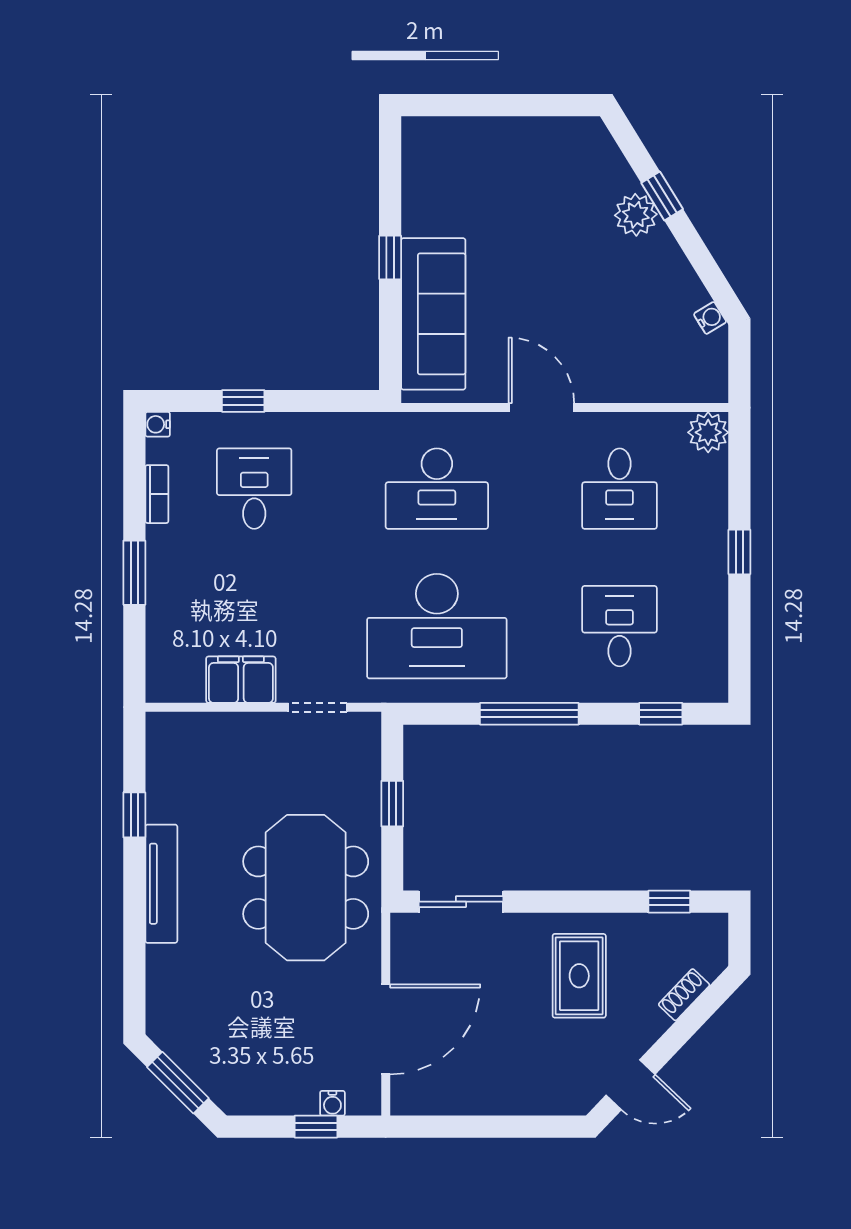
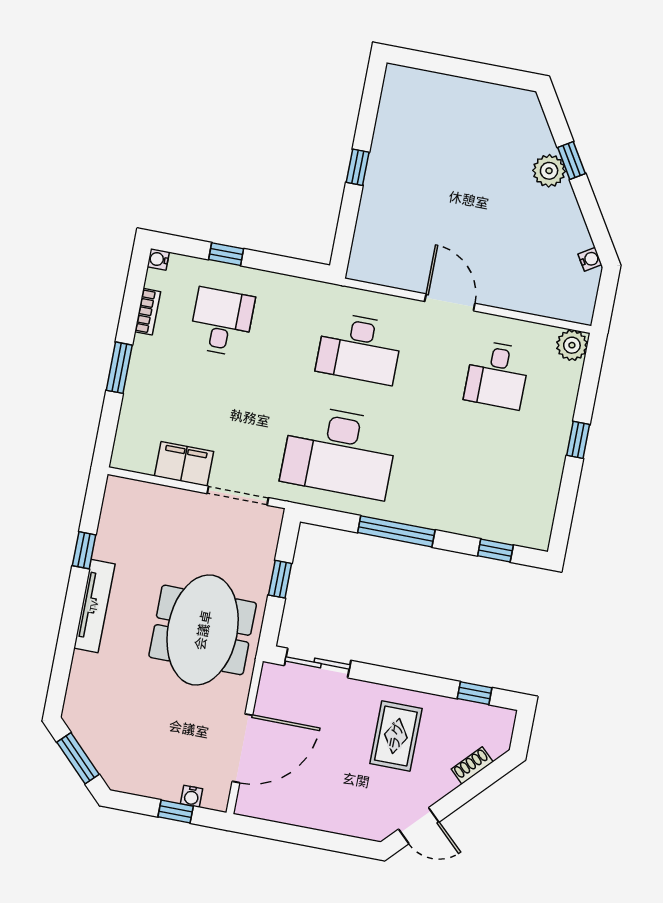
sofa: (433, 314) -> (382, 216), removed
desk: (620, 626) -> (477, 478), removed
doorway: (318, 707) -> (238, 496), width x1.38

